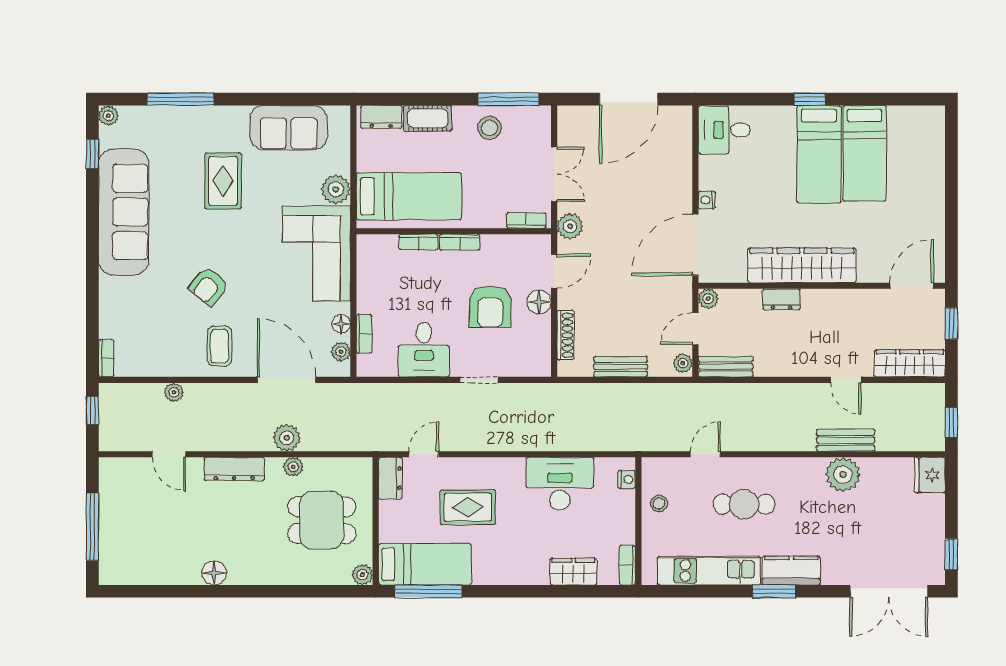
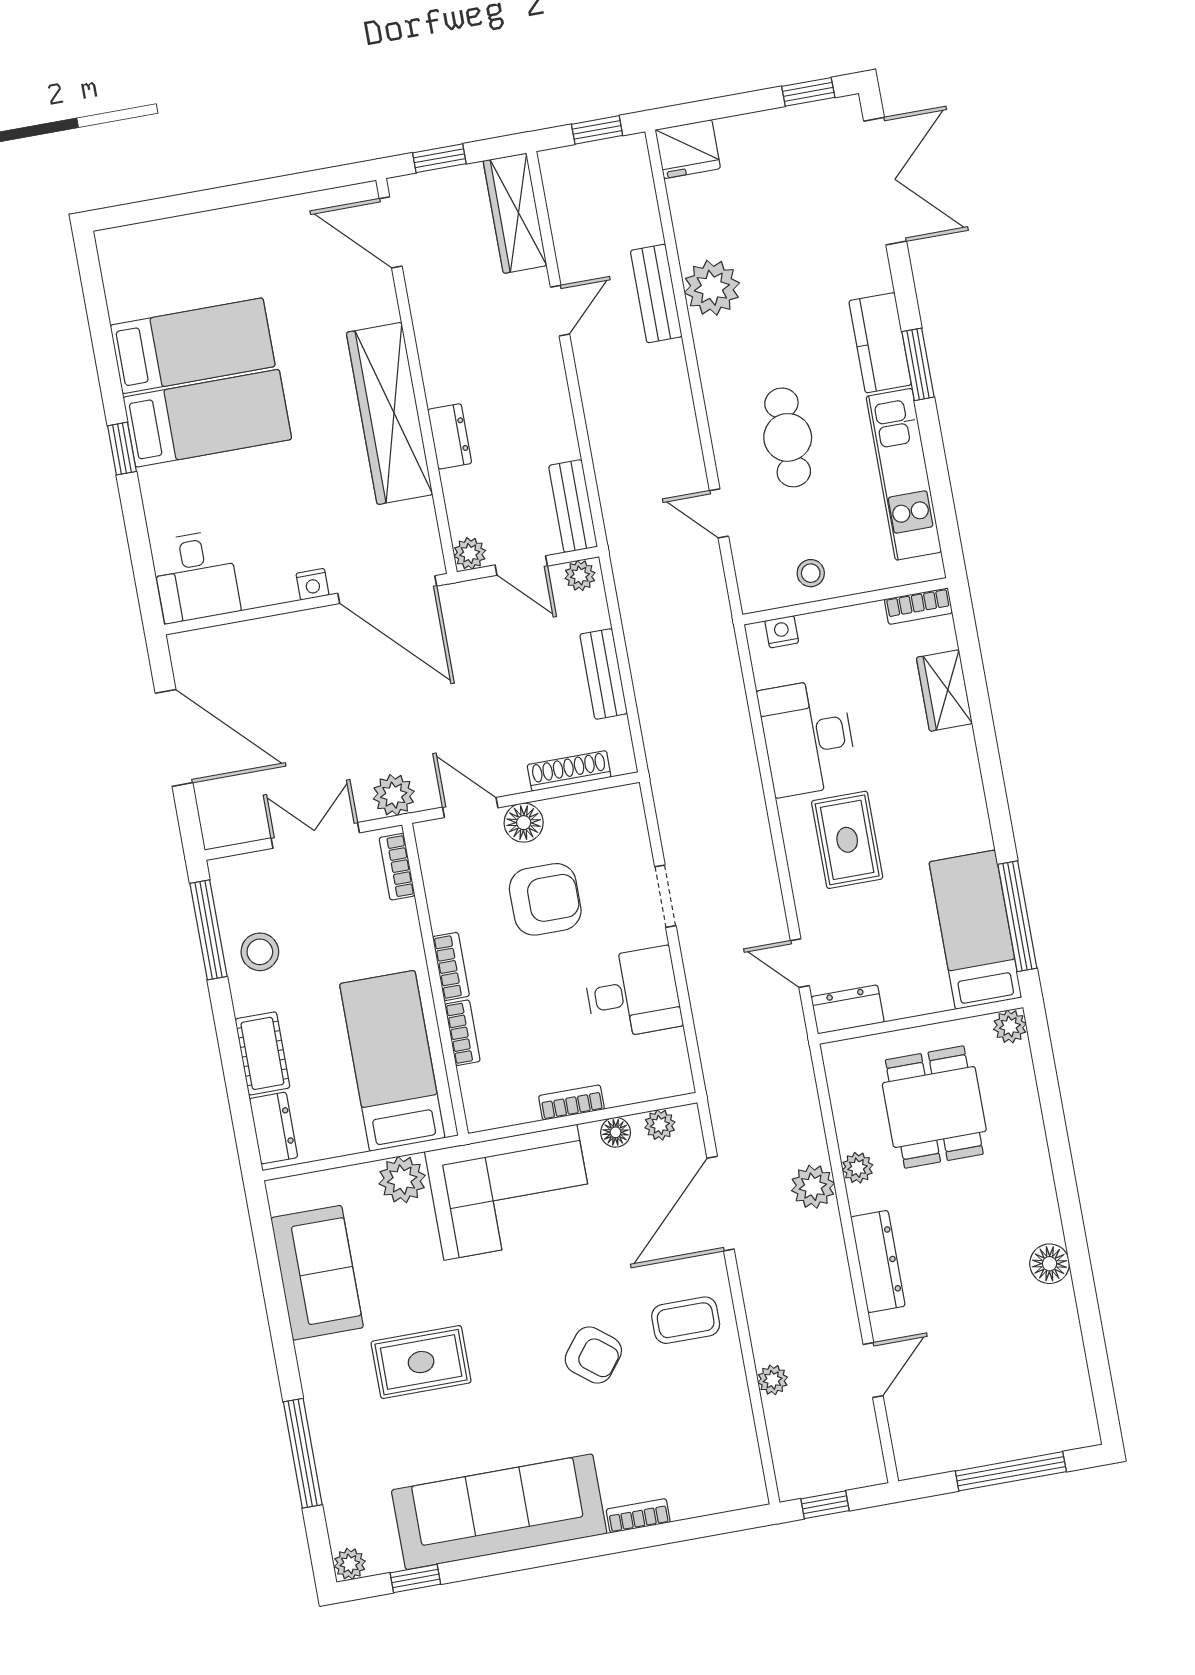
bookcase: (364, 334) -> (571, 1103), moved
bookcase: (106, 358) -> (638, 1516), moved
rug: (468, 507) -> (847, 840), moved

